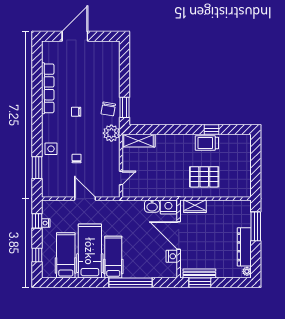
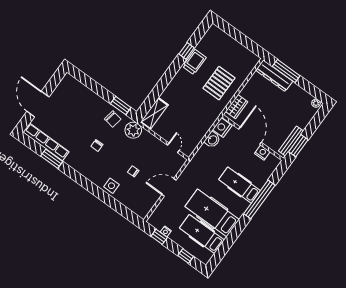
row of seats: (48, 88) -> (46, 142), moved
trolley: (207, 143) -> (194, 62), turned 180
window: (37, 168) -> (52, 159), moved
door: (179, 236) -> (250, 136), swing flipped
dresser: (244, 247) -> (274, 76), moved
hospital bed: (113, 257) -> (240, 185), moved

